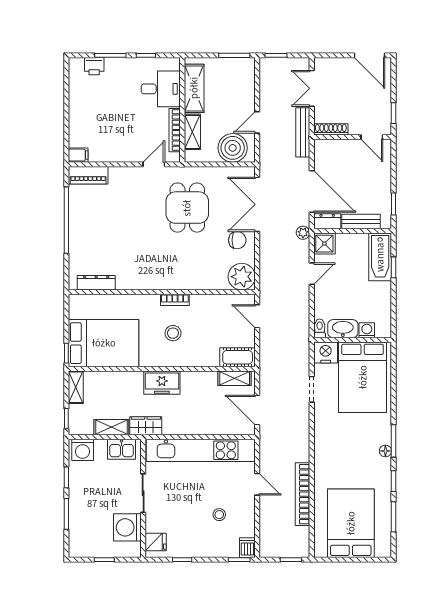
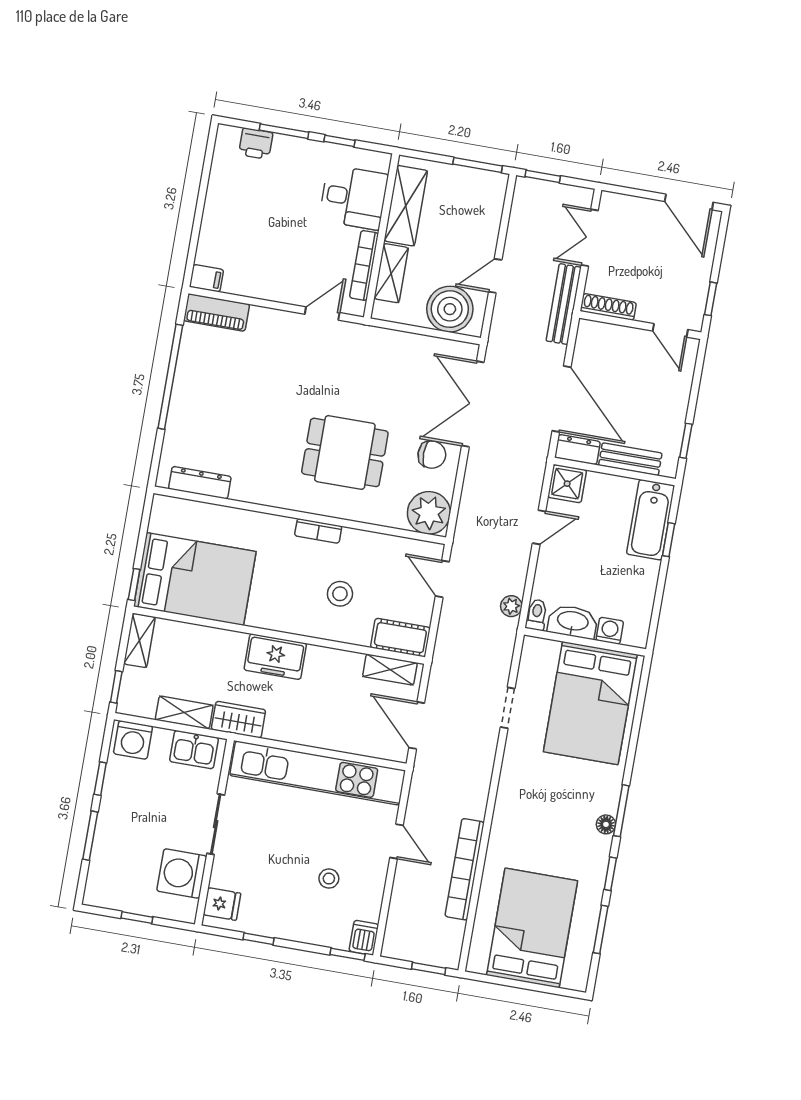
dining table: (187, 208) -> (345, 452), moved, turned 90
plant: (303, 233) -> (511, 606), moved
stool: (173, 333) -> (340, 594), moved
nightstand: (326, 352) -> (539, 654), removed

